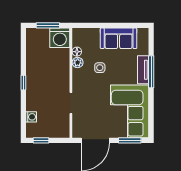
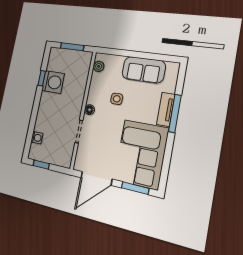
washing machine: (60, 38) -> (53, 82), moved, turned -90
floor lamp: (77, 52) -> (89, 110), moved
plant: (78, 62) -> (99, 66), moved
window: (23, 83) -> (42, 78), moved

